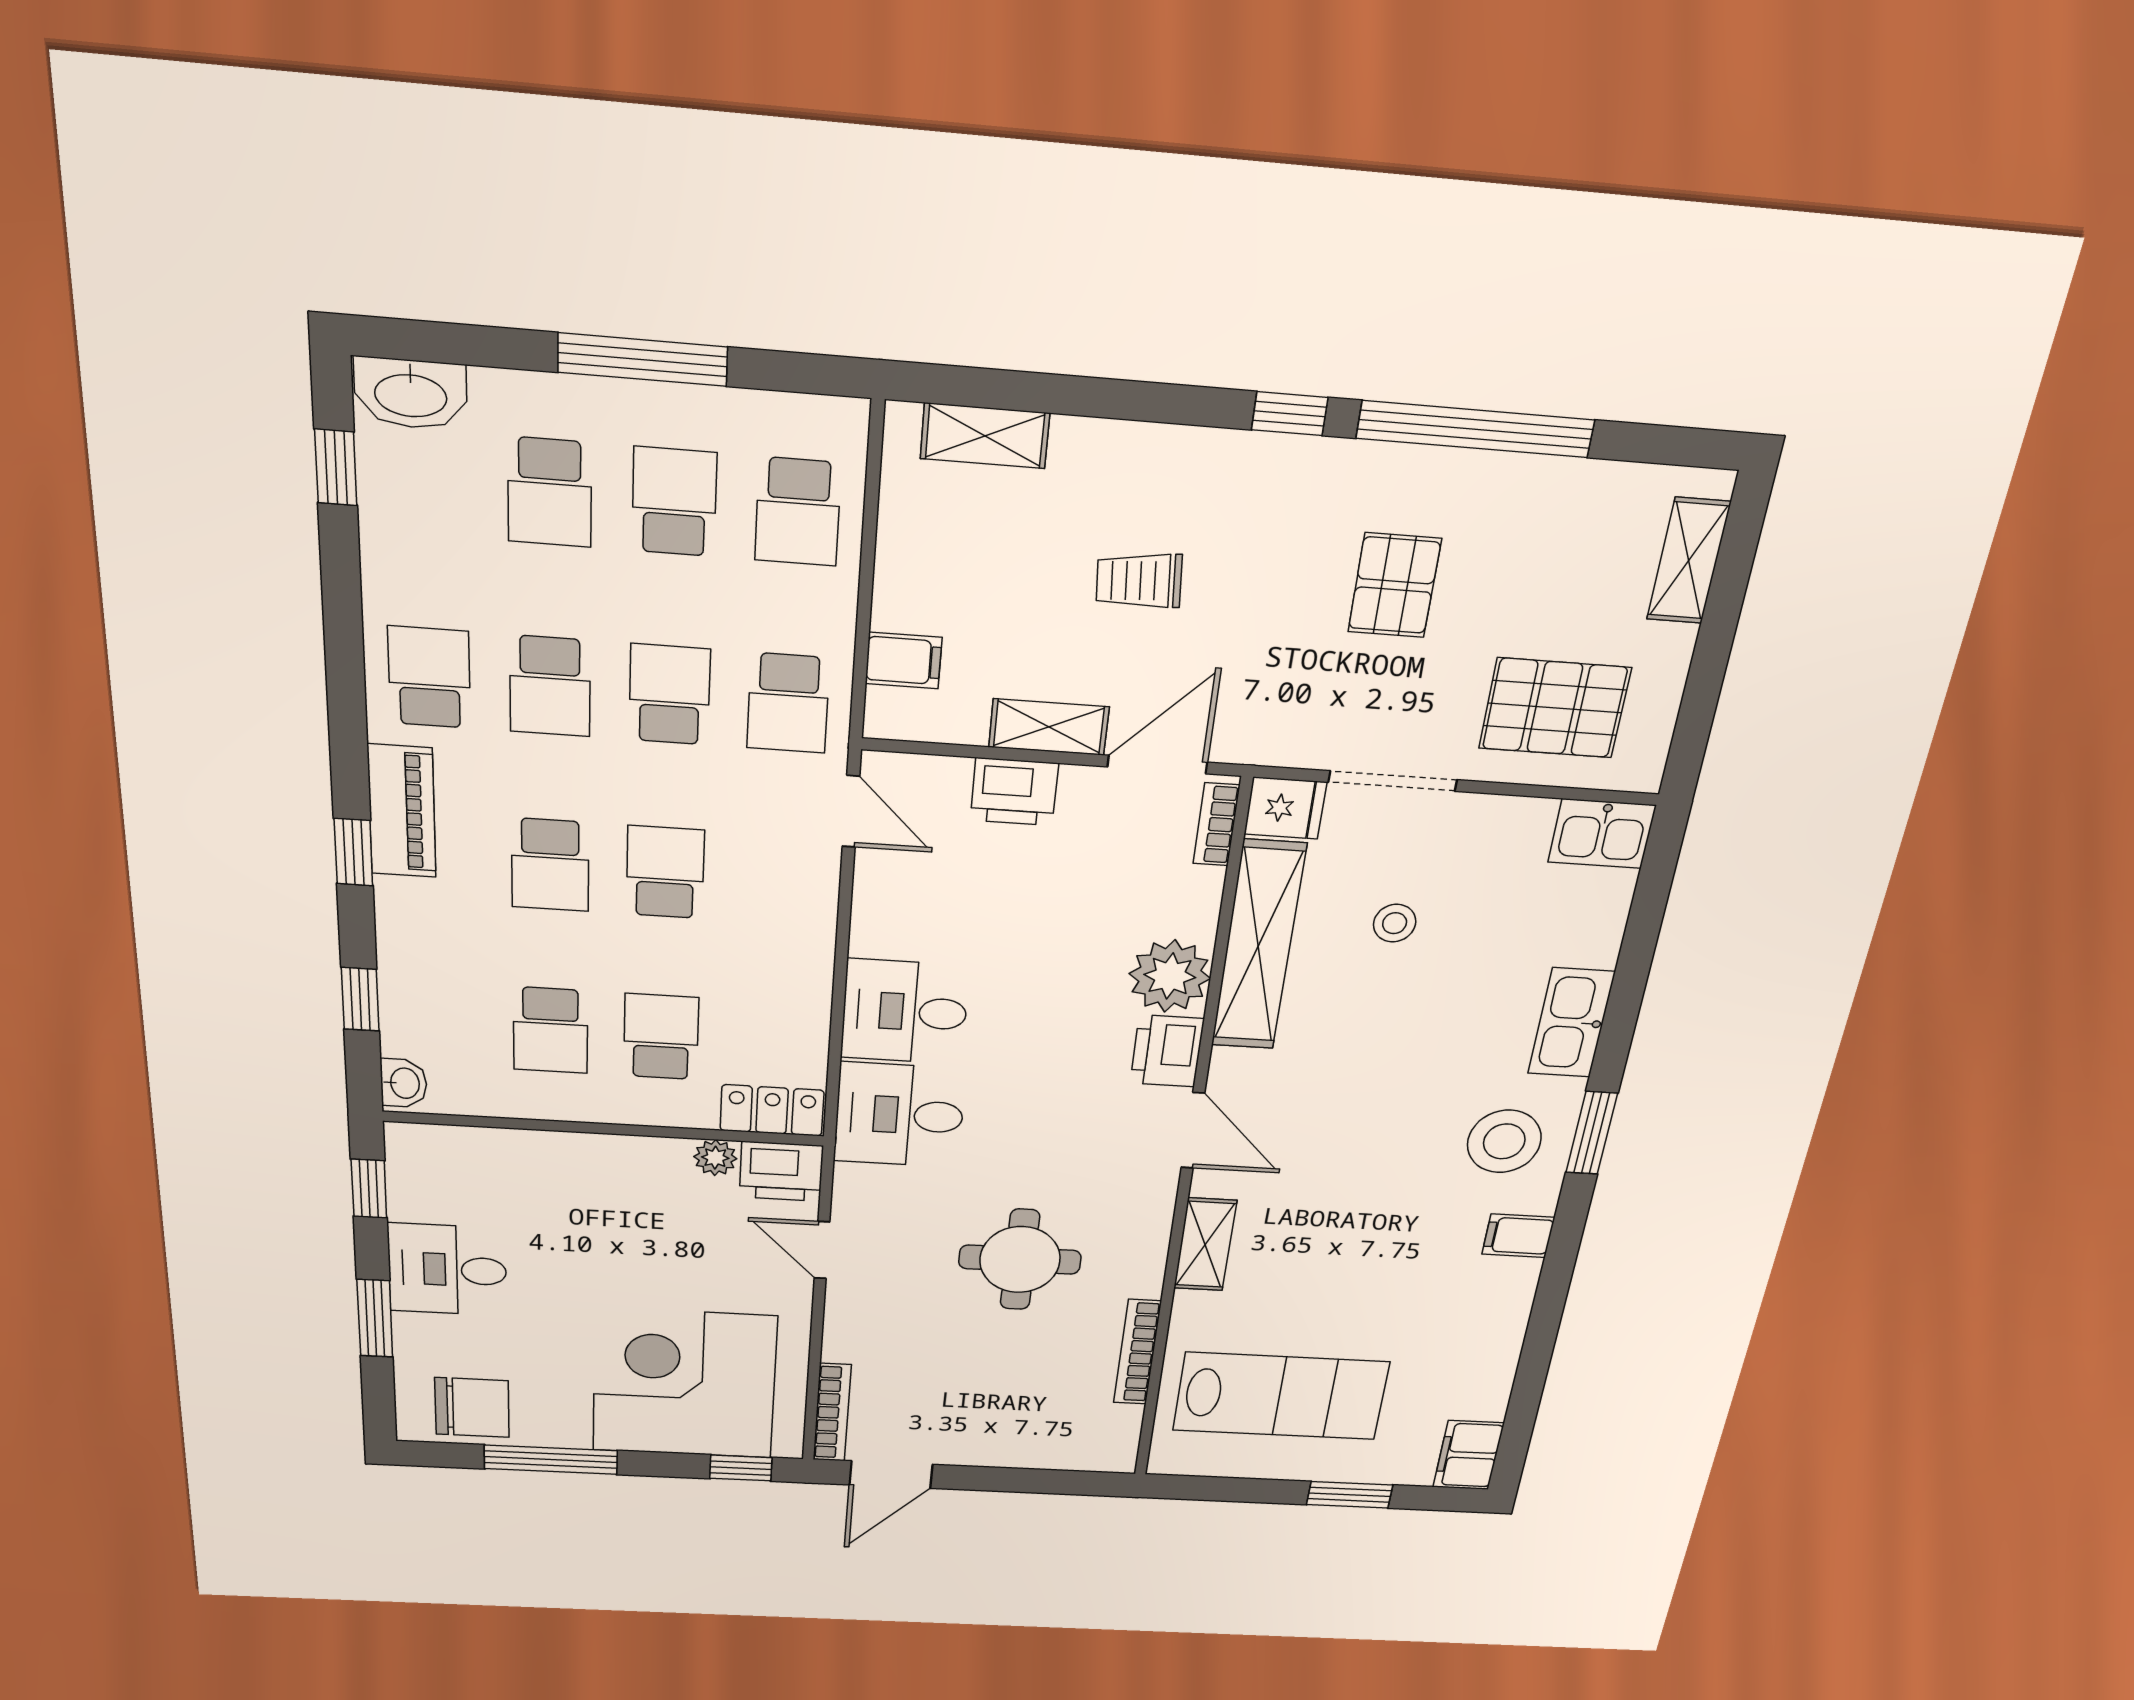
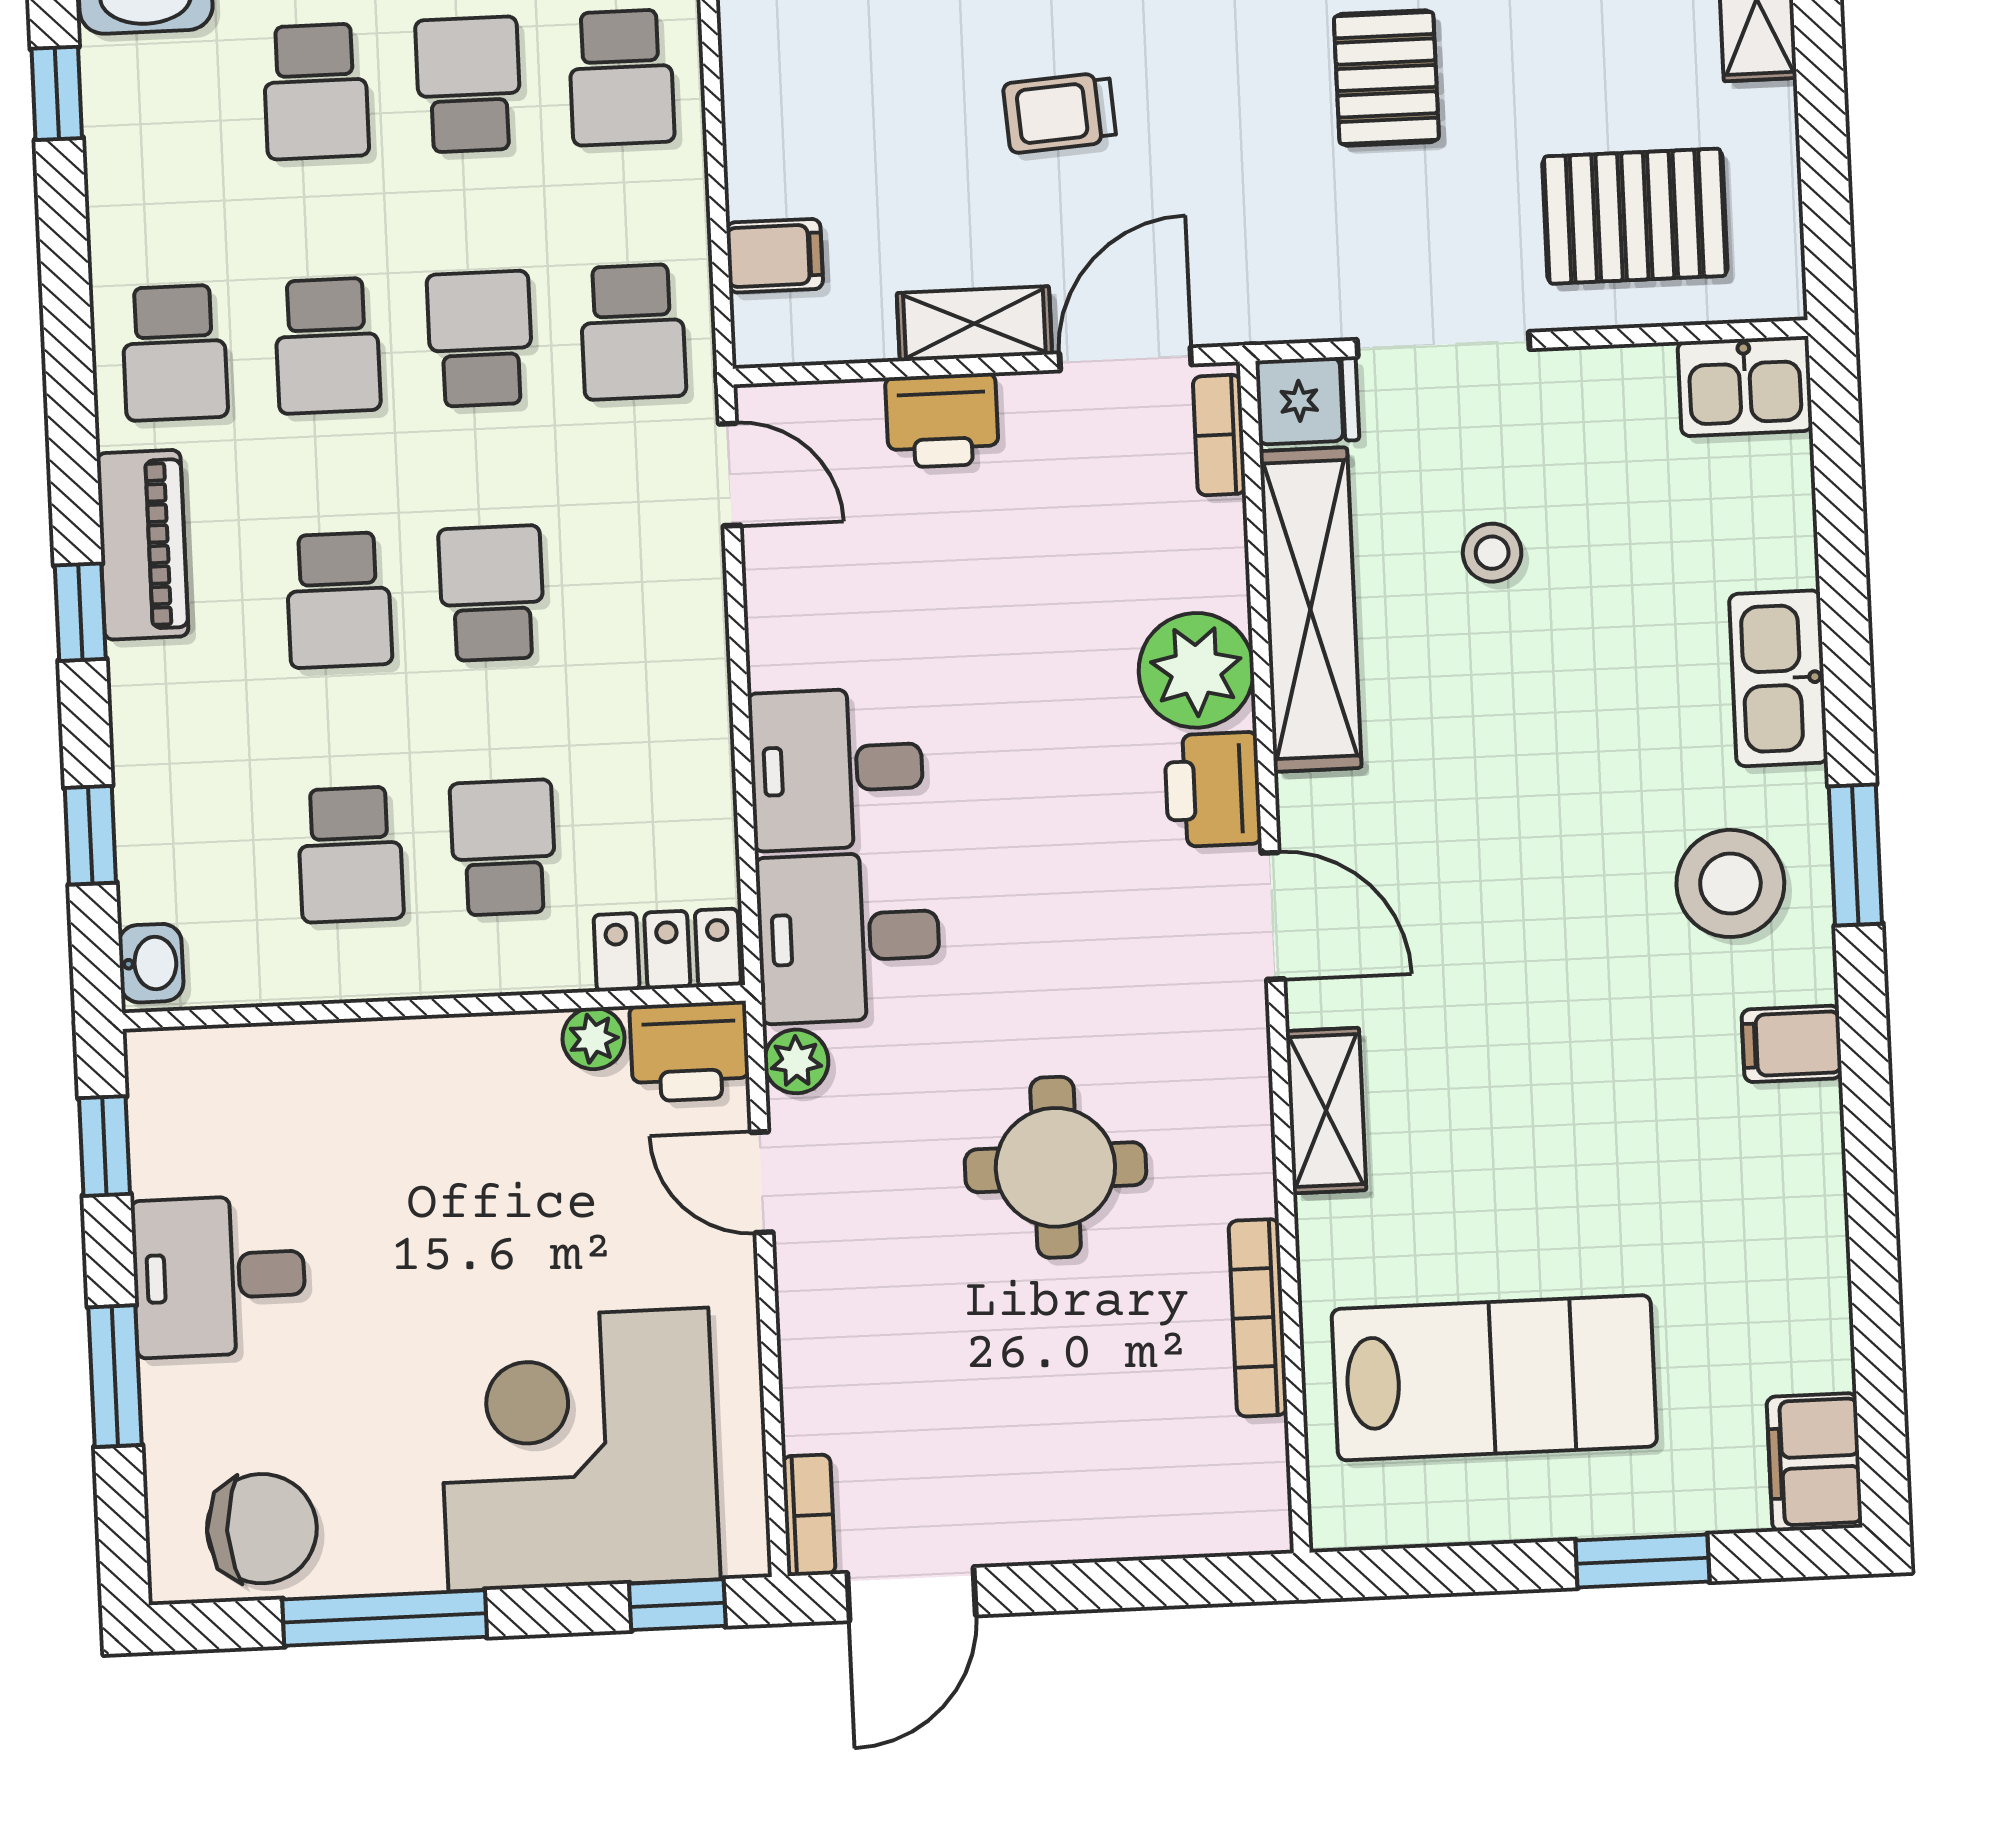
school desk: (429, 677) -> (175, 353), turned 180
plant: (854, 1184) -> (796, 1061), added
bookcase: (832, 1412) -> (809, 1515), width x0.64

